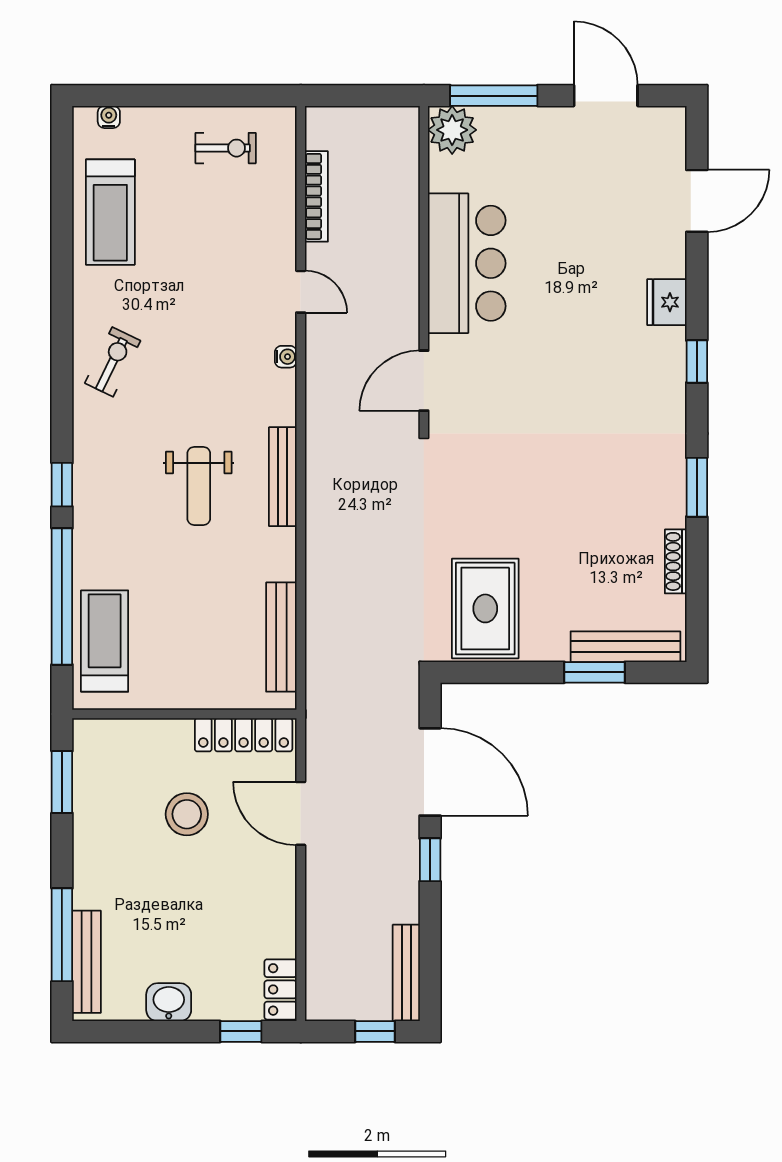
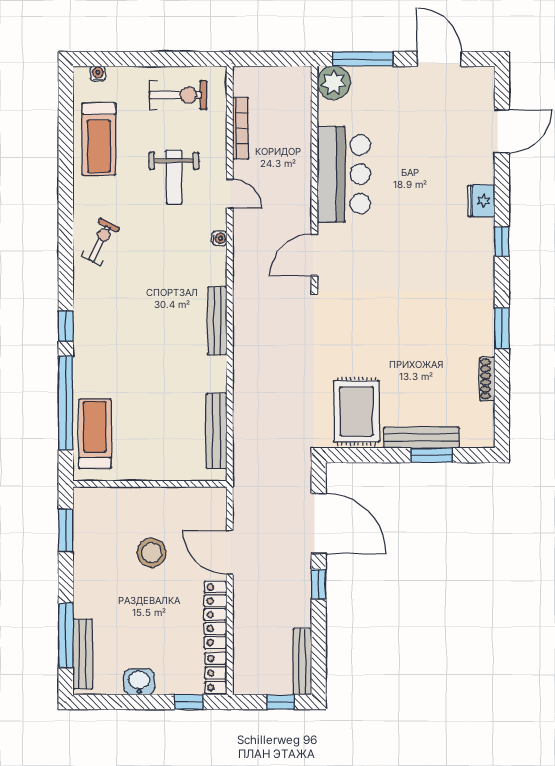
exercise bike: (226, 148) -> (178, 95), width x1.38, depth x1.39
weight bench: (199, 486) -> (174, 177), moved
bench: (625, 647) -> (421, 438), moved
locker: (244, 735) -> (215, 615), moved, turned 90

